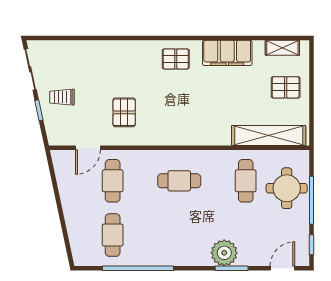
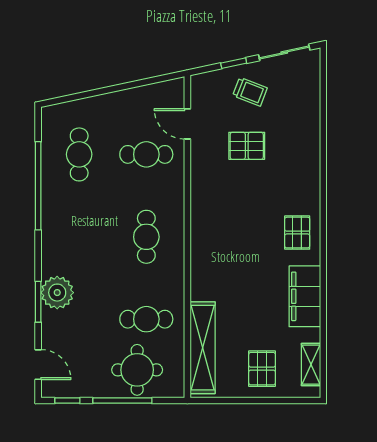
trolley: (62, 97) -> (250, 92), turned 111
pallet: (124, 112) -> (247, 146), moved
cafe table: (113, 235) -> (79, 154), turned 90

